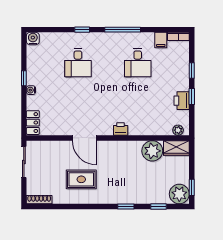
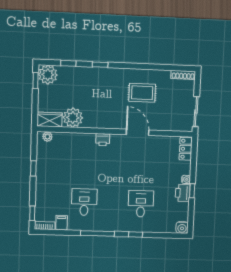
window: (192, 70) -> (32, 213), moved
printer: (182, 101) -> (183, 193), moved, turned 180

